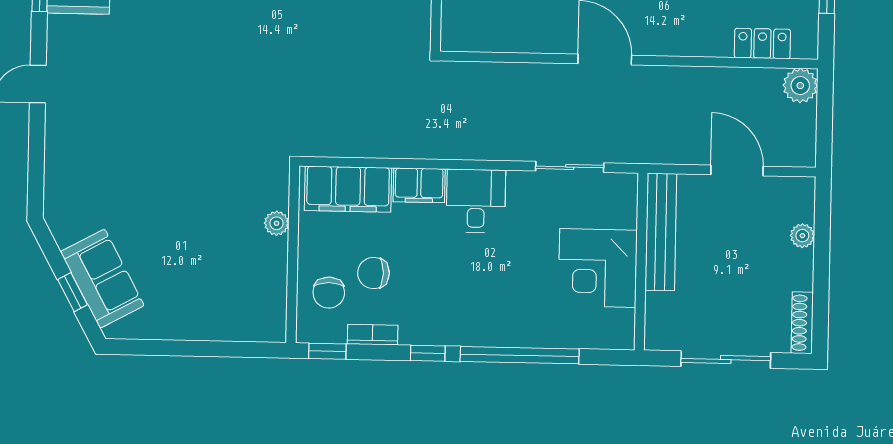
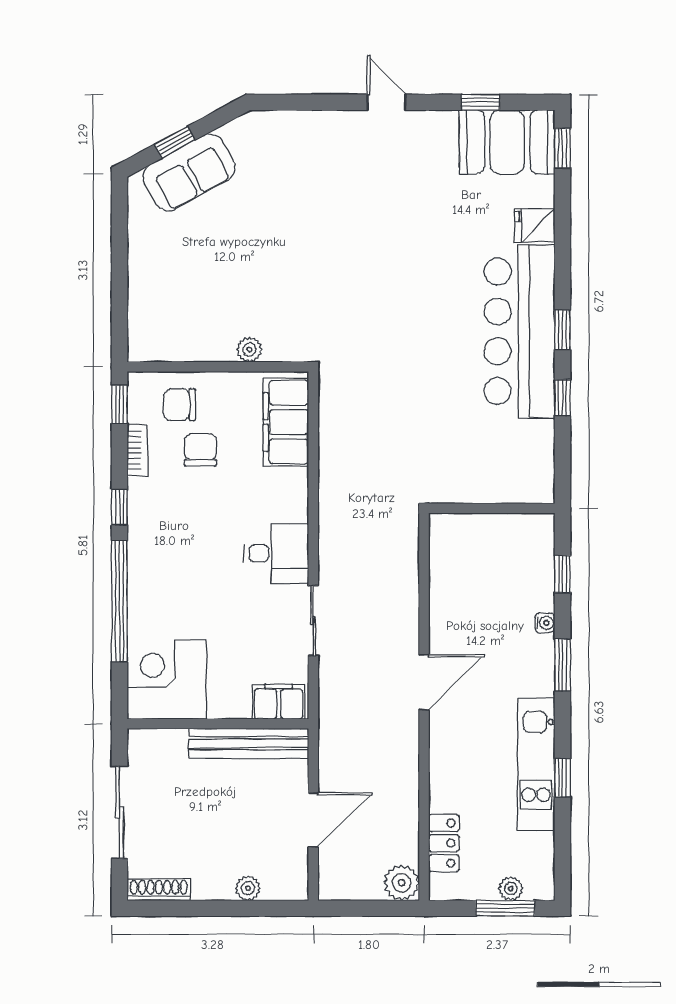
sliding door: (570, 167) -> (313, 621), moved
filing cabinet: (419, 185) -> (279, 702), moved, turned 90
corner desk: (598, 268) -> (167, 679), moved

